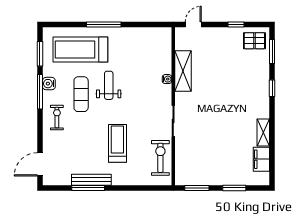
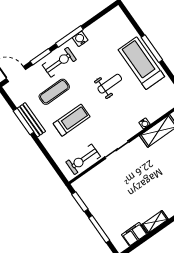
treadmill: (80, 49) -> (141, 63), moved
window: (40, 54) -> (41, 57), moved
exercise mat: (81, 94) -> (54, 92), moved
exercise bike: (57, 117) -> (59, 62), width x1.38, depth x1.39
exercise bike: (160, 158) -> (83, 159), turned 180
window: (234, 188) -> (99, 229), width x1.44

